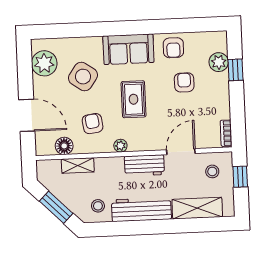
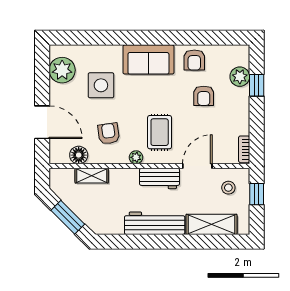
side table: (83, 77) -> (101, 85), turned -35
armchair: (184, 82) -> (204, 96), turned 180
rug: (134, 99) -> (160, 132), moved
stool: (98, 206) -> (110, 218), removed

